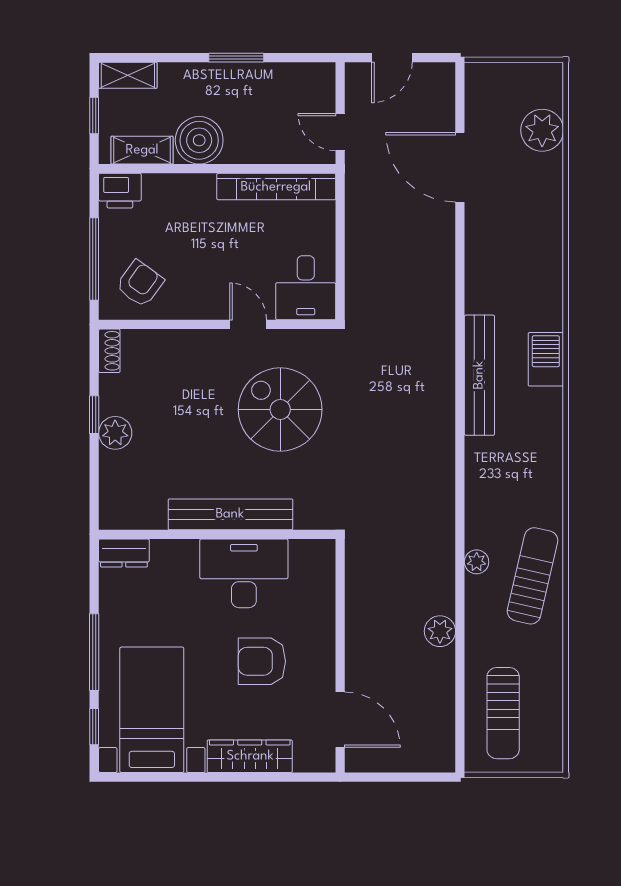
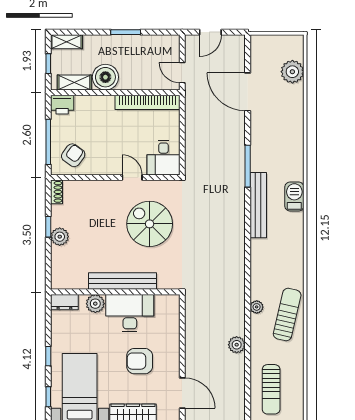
window: (460, 304) -> (248, 166), added
plant: (181, 556) -> (95, 304), added
window: (94, 652) -> (48, 356), width x0.46

